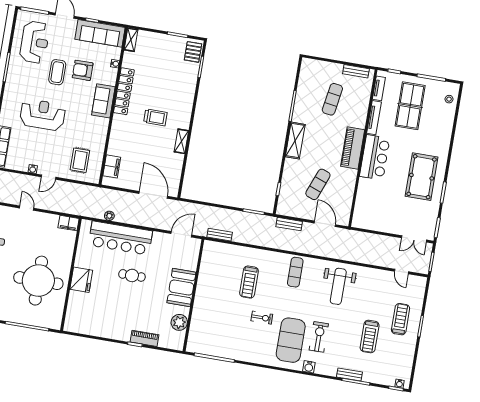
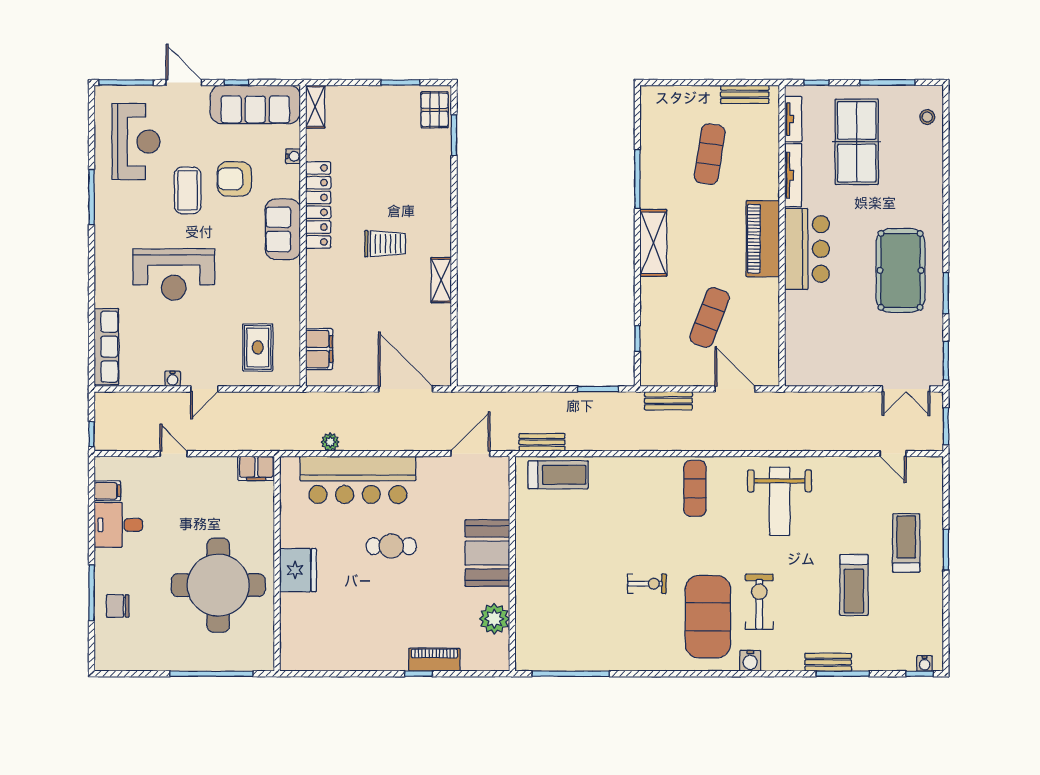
reception desk: (43, 115) -> (174, 274), turned 180
treadmill: (249, 282) -> (558, 475), moved, turned -90

